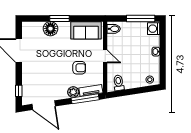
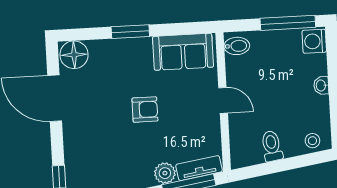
floor lamp: (50, 29) -> (74, 55), moved
armchair: (79, 68) -> (145, 110), moved
toilet: (119, 83) -> (272, 146), moved

